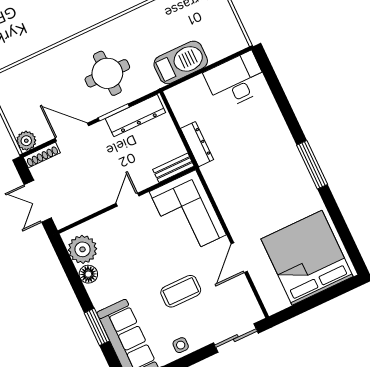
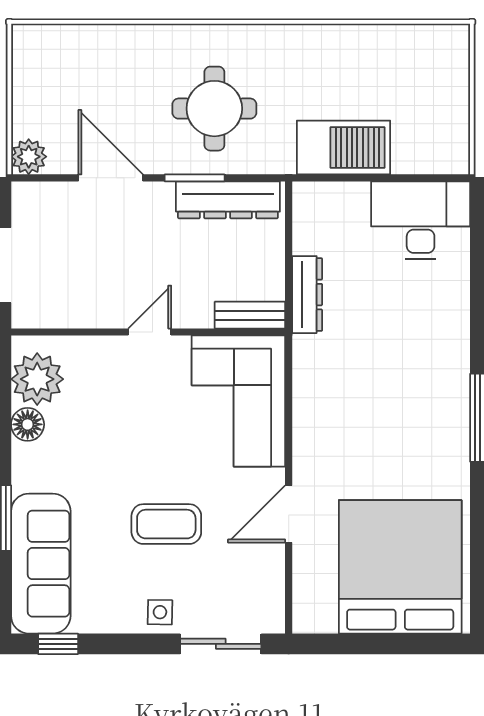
shoe rack: (42, 155) -> (43, 192), removed
side table: (181, 345) -> (160, 612), moved

